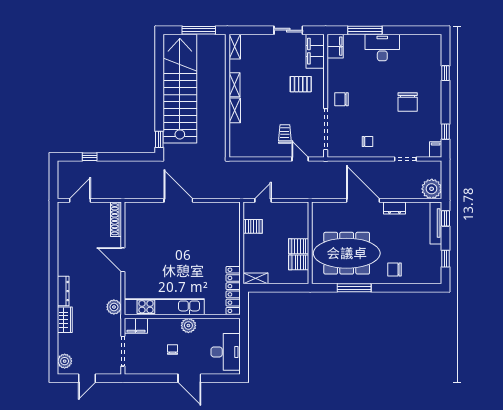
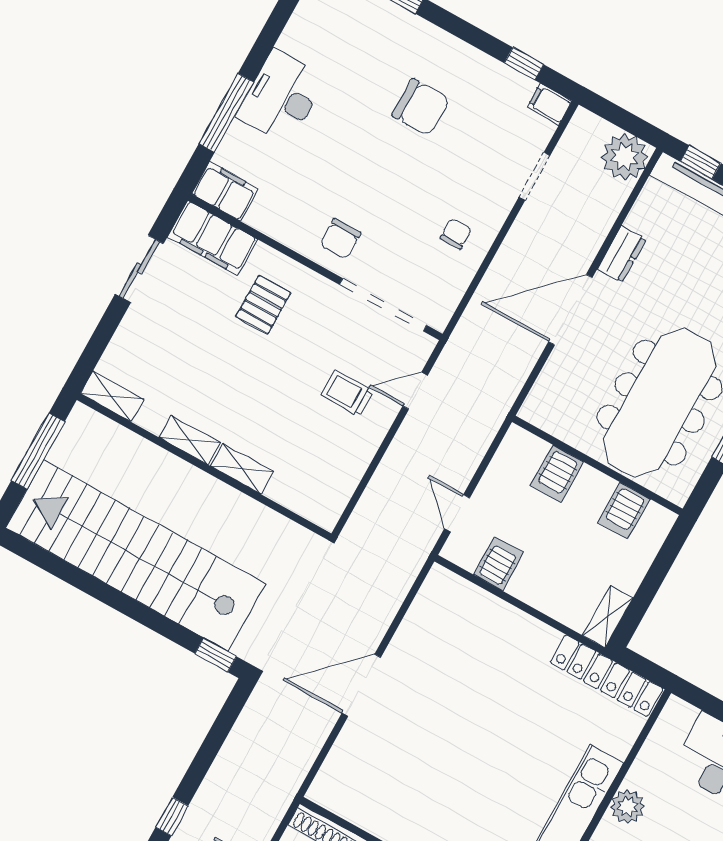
server rack: (299, 246) -> (557, 474), moved

